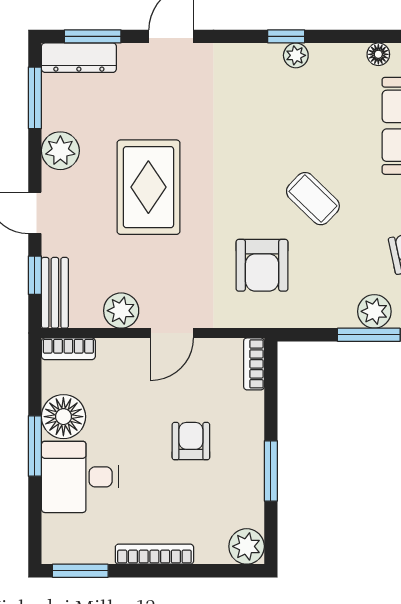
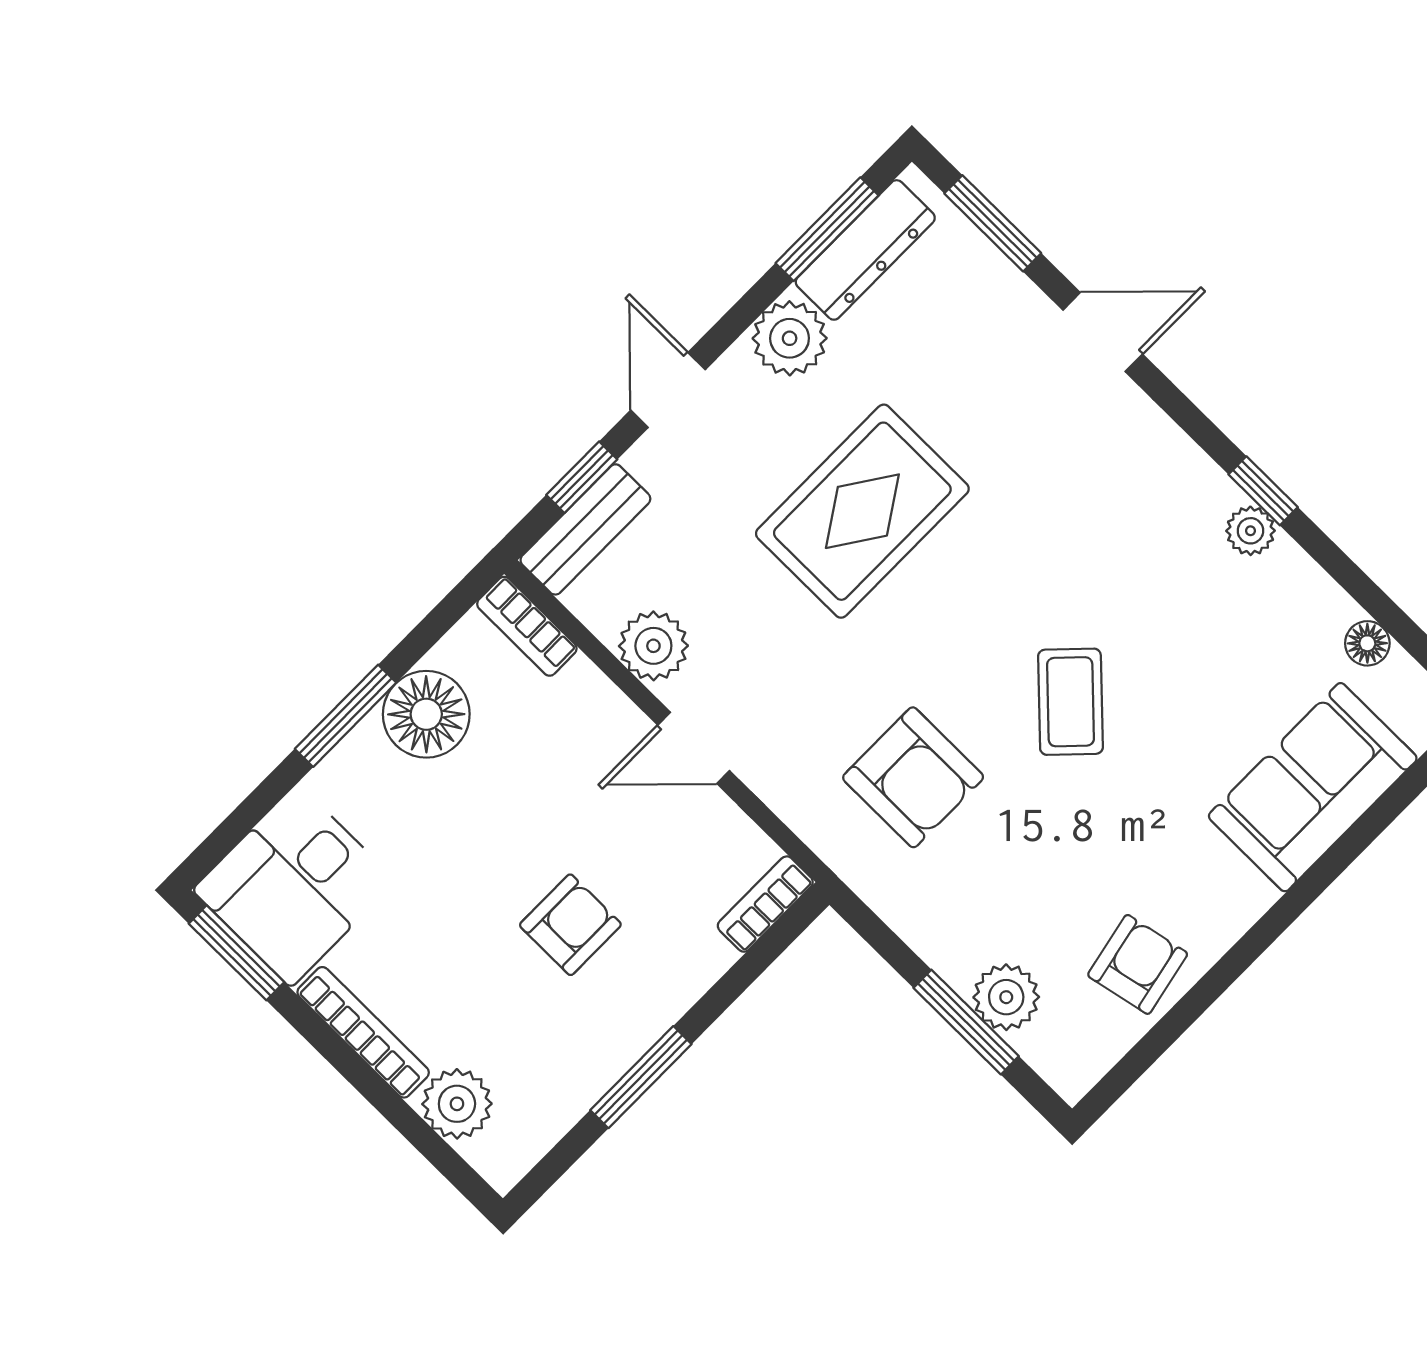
dresser: (79, 58) -> (865, 250), moved, turned -90
coffee table: (313, 199) -> (1070, 702), moved
armchair: (262, 265) -> (913, 777), turned -90
desk: (80, 477) -> (294, 886), moved, turned -90
plant: (247, 546) -> (457, 1104), moved

